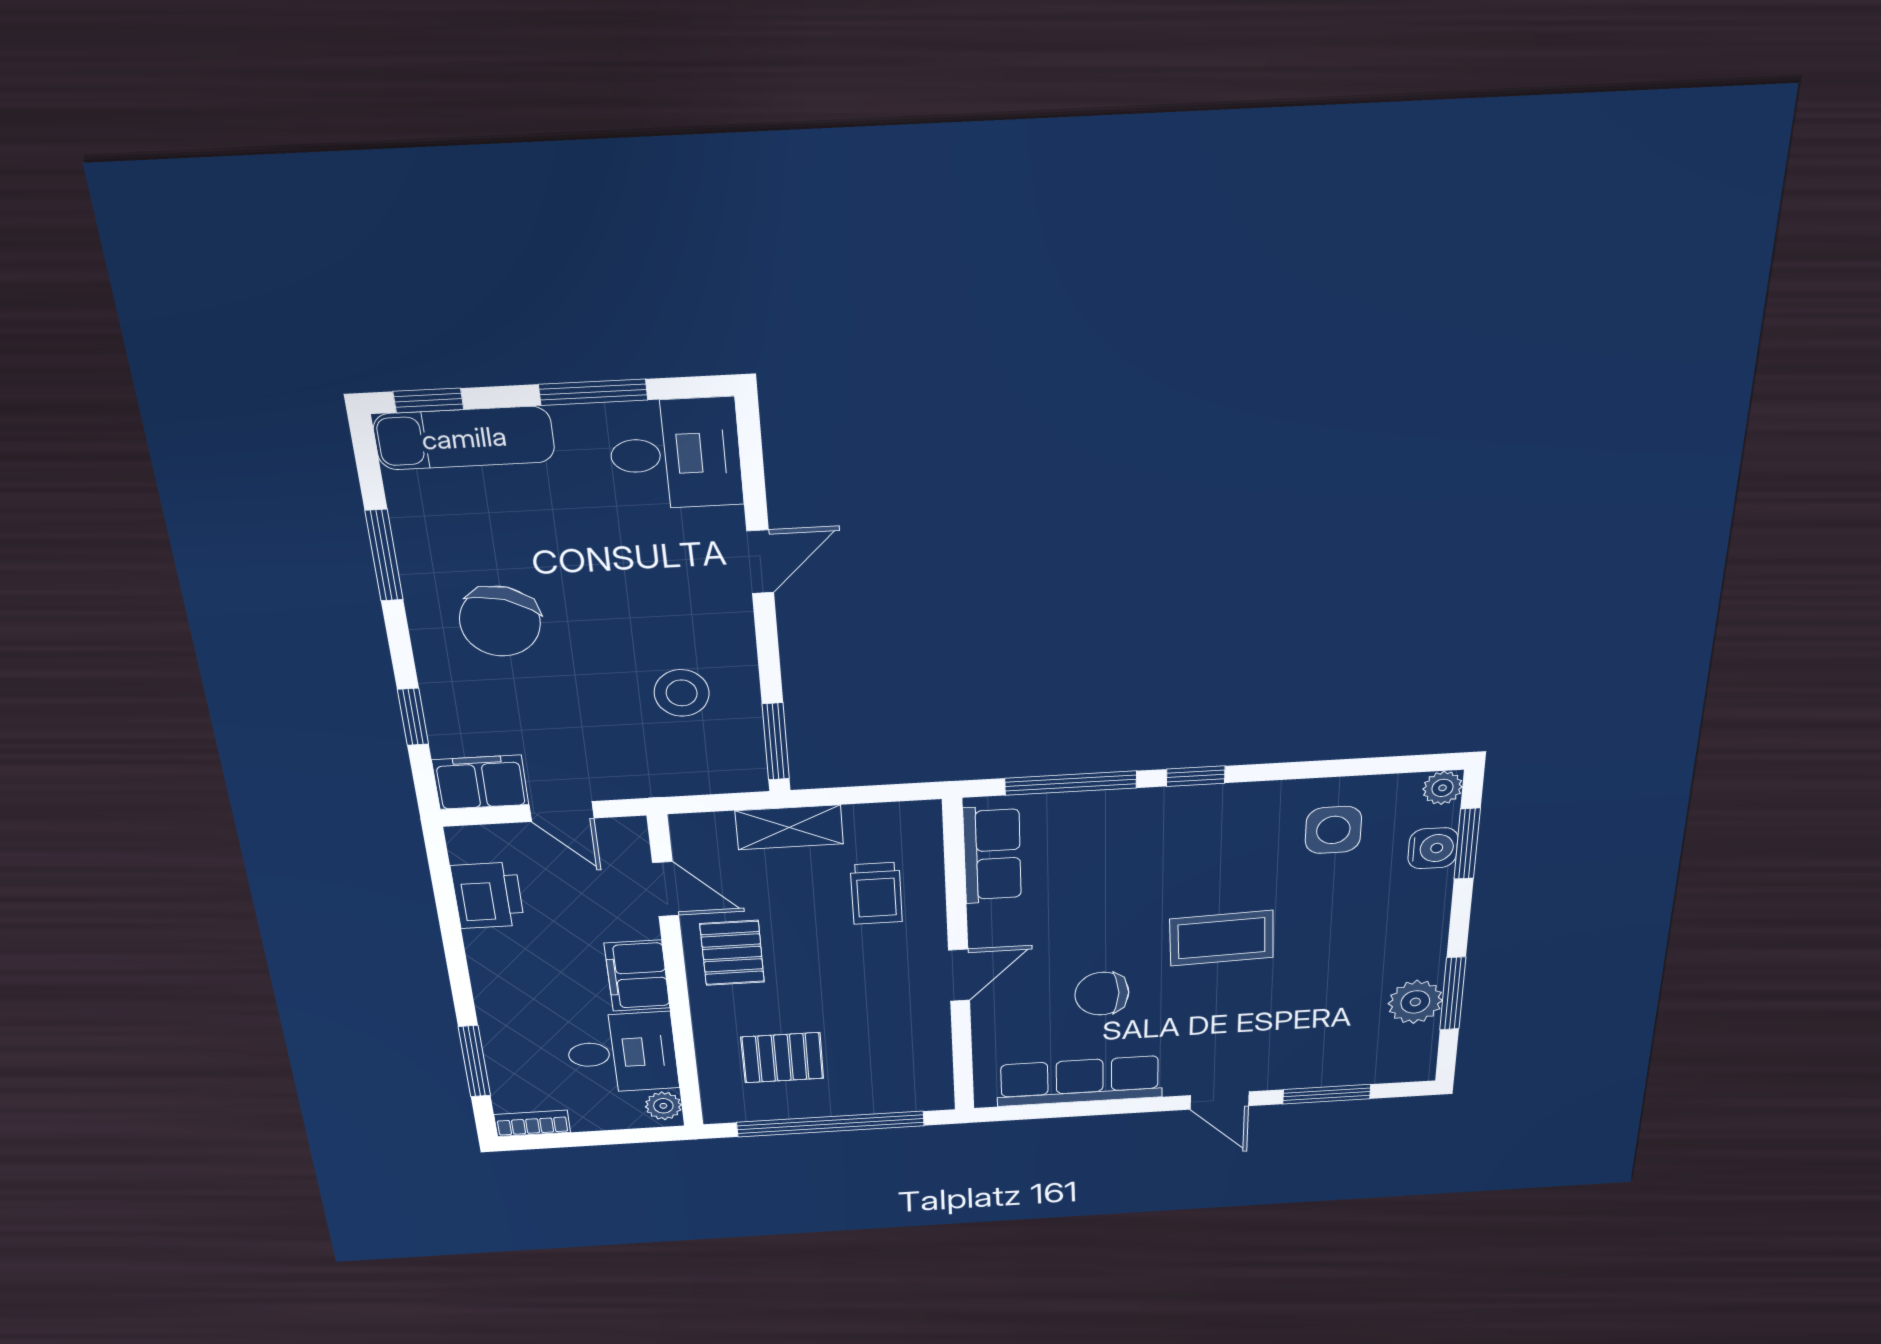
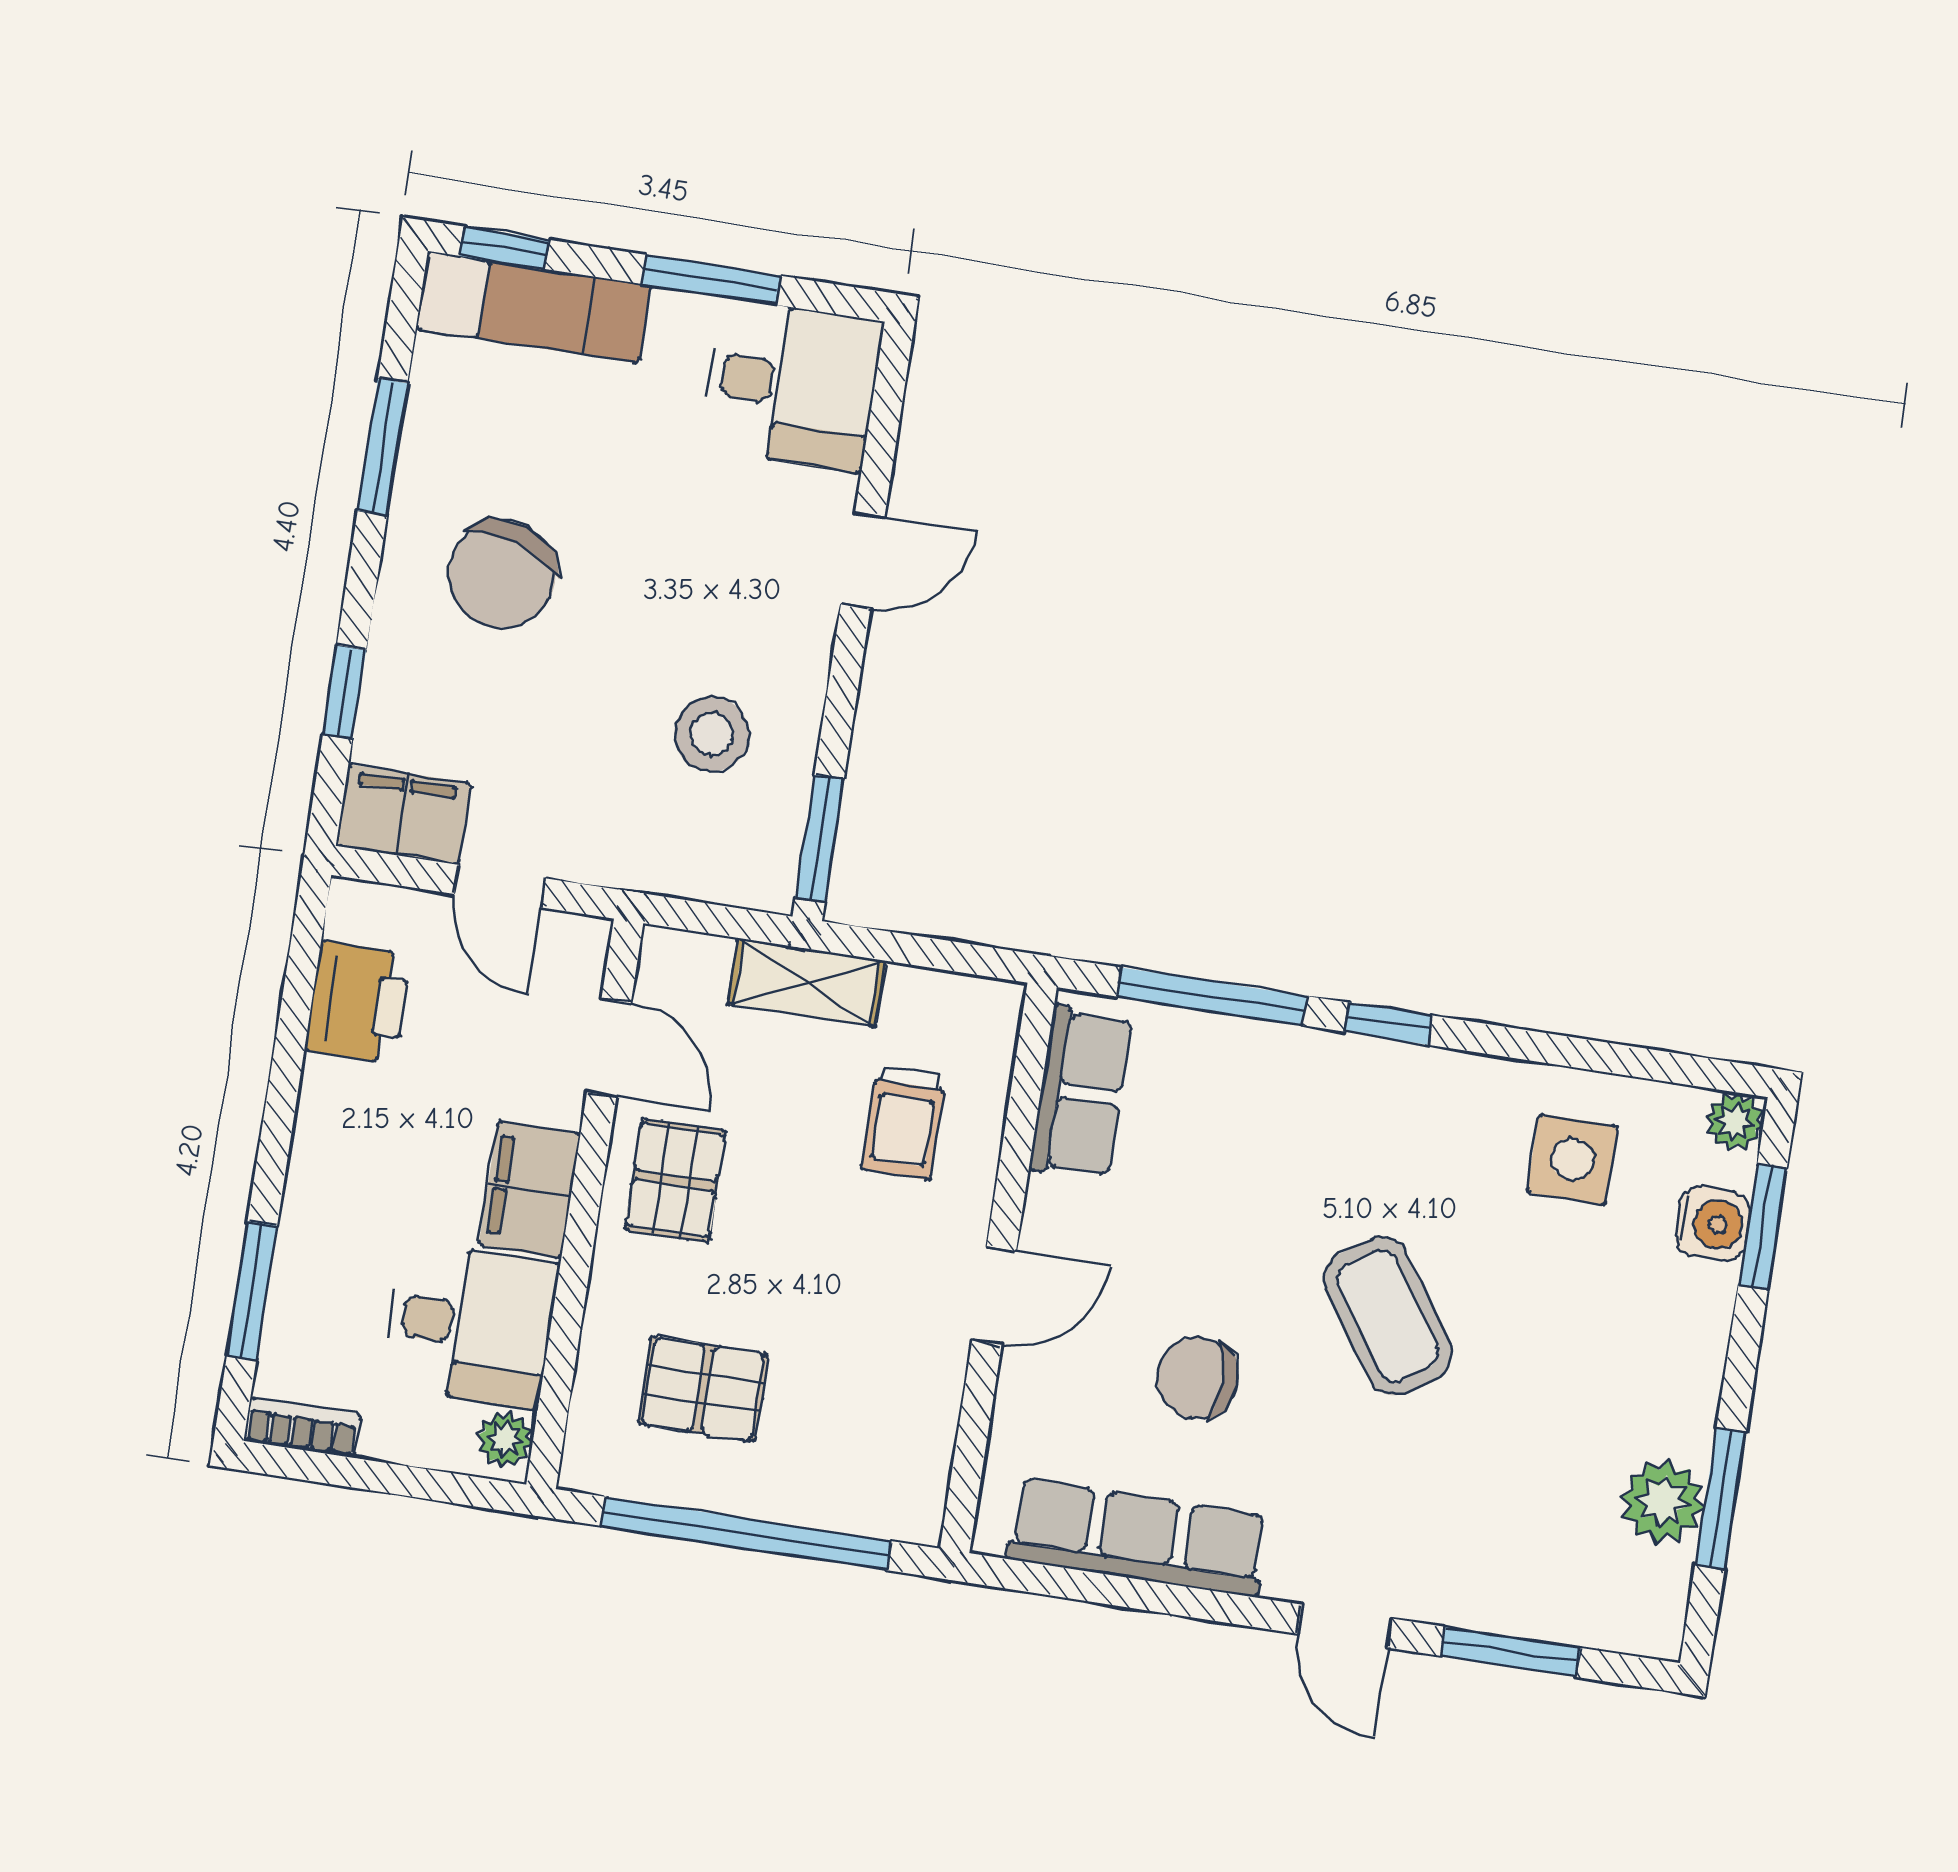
coffee table: (1222, 938) -> (1388, 1316), turned 58

